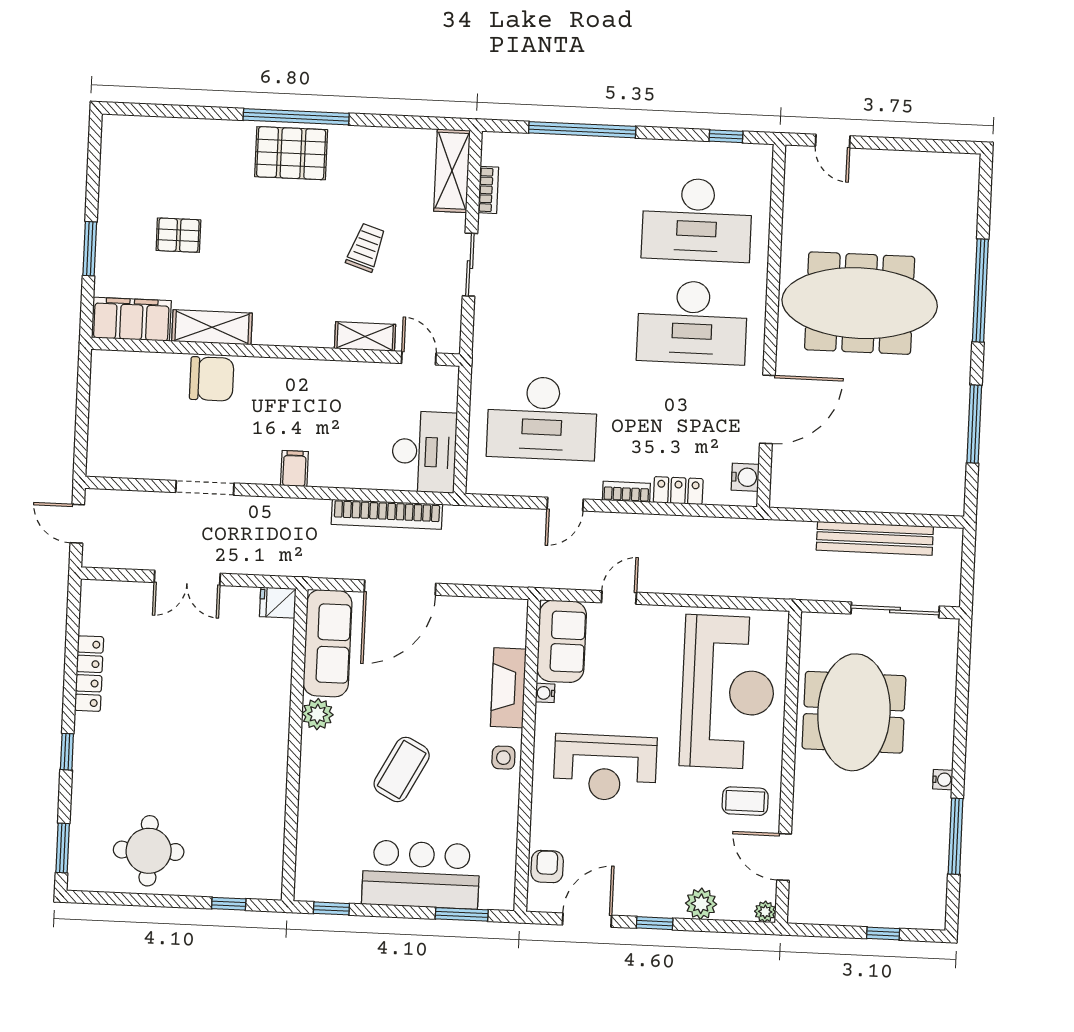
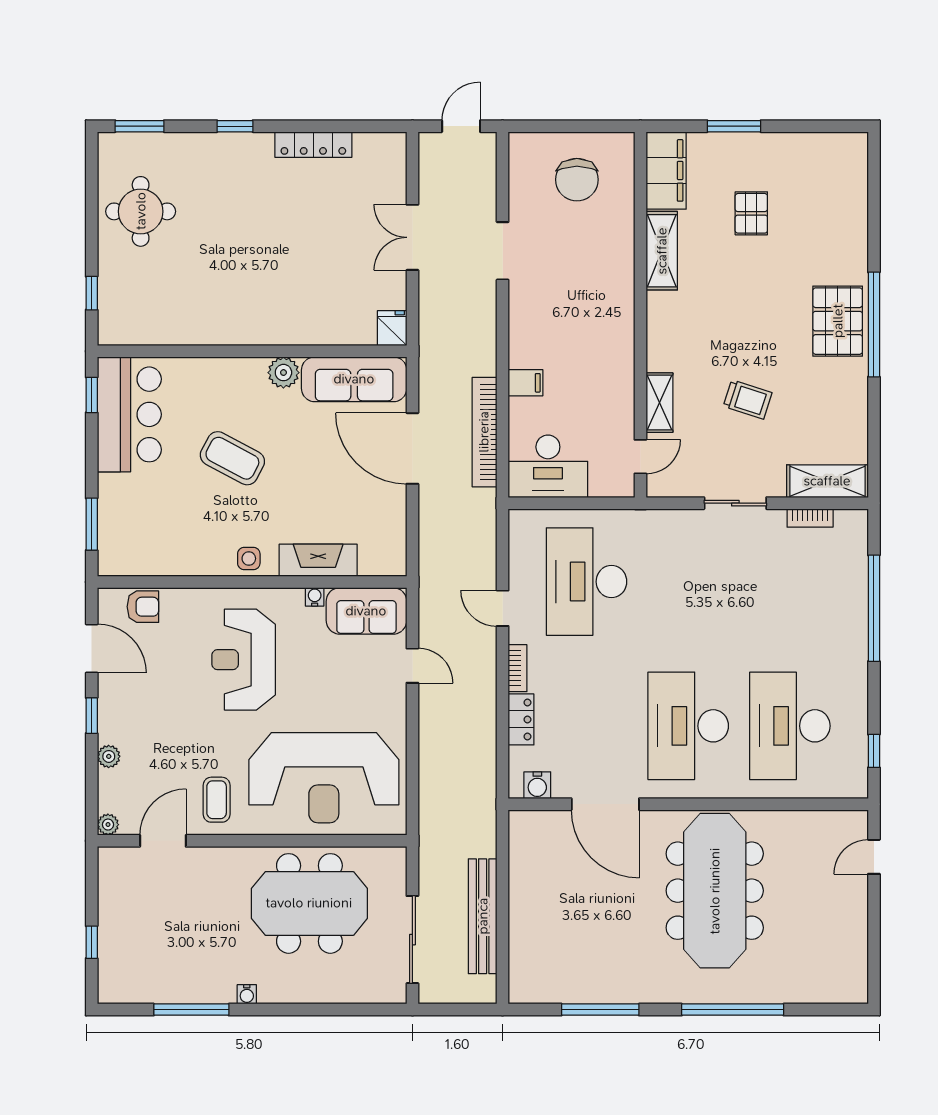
chair: (212, 379) -> (577, 180), moved
filing cabinet: (294, 469) -> (526, 383), moved
bar counter: (421, 875) -> (129, 414), moved
plant: (701, 904) -> (109, 756), width x0.73, depth x0.73

